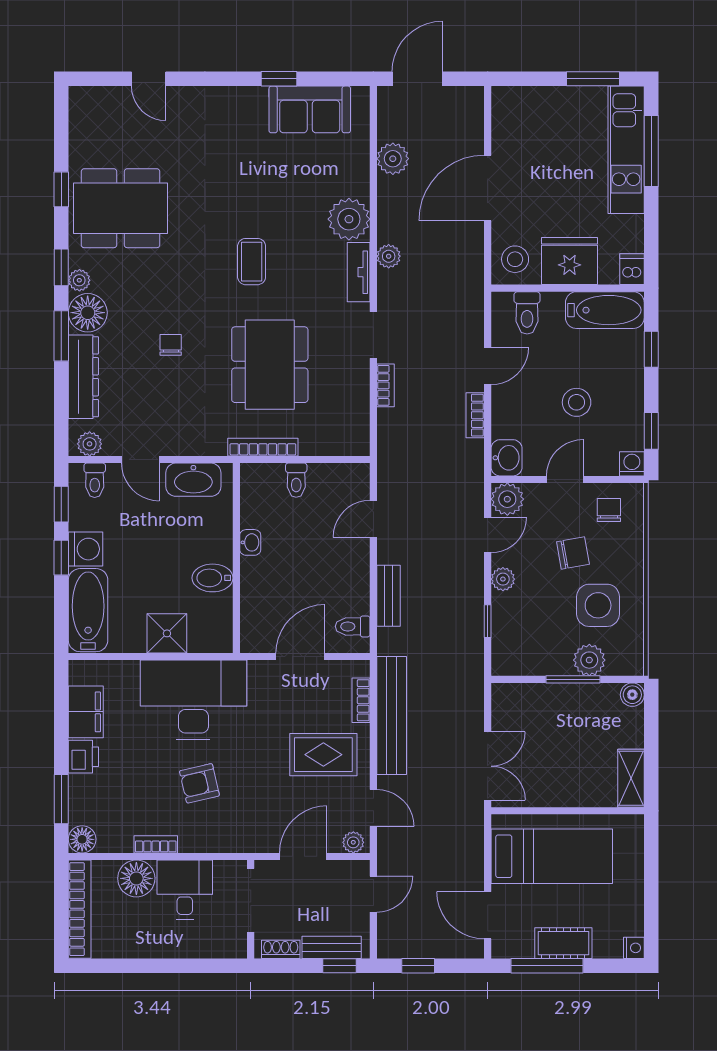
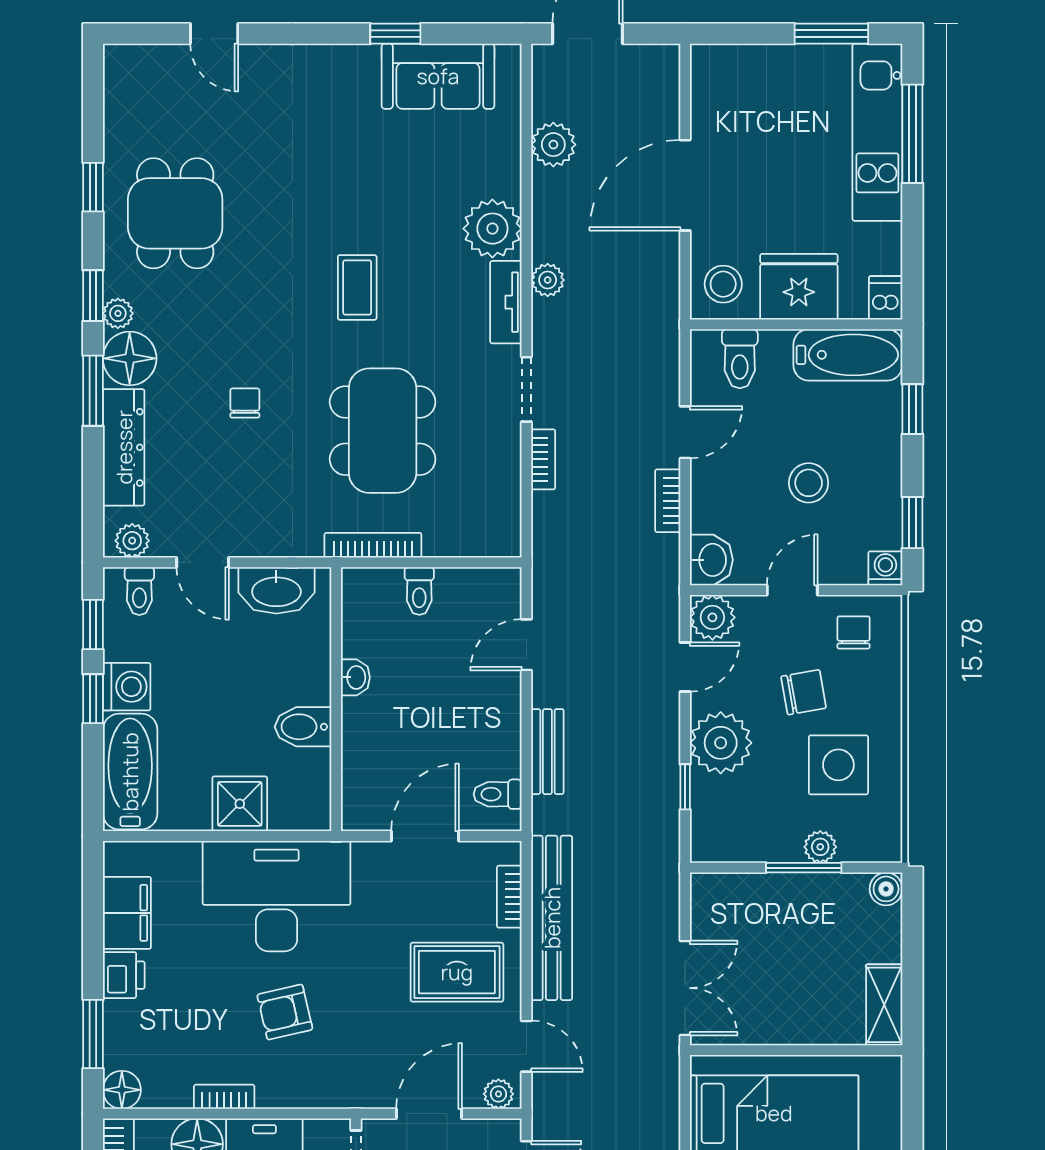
dining table: (121, 208) -> (175, 213), width x0.73
plant: (503, 579) -> (721, 743), width x1.87, depth x1.87
plant: (589, 660) -> (820, 847), width x0.73, depth x0.73

